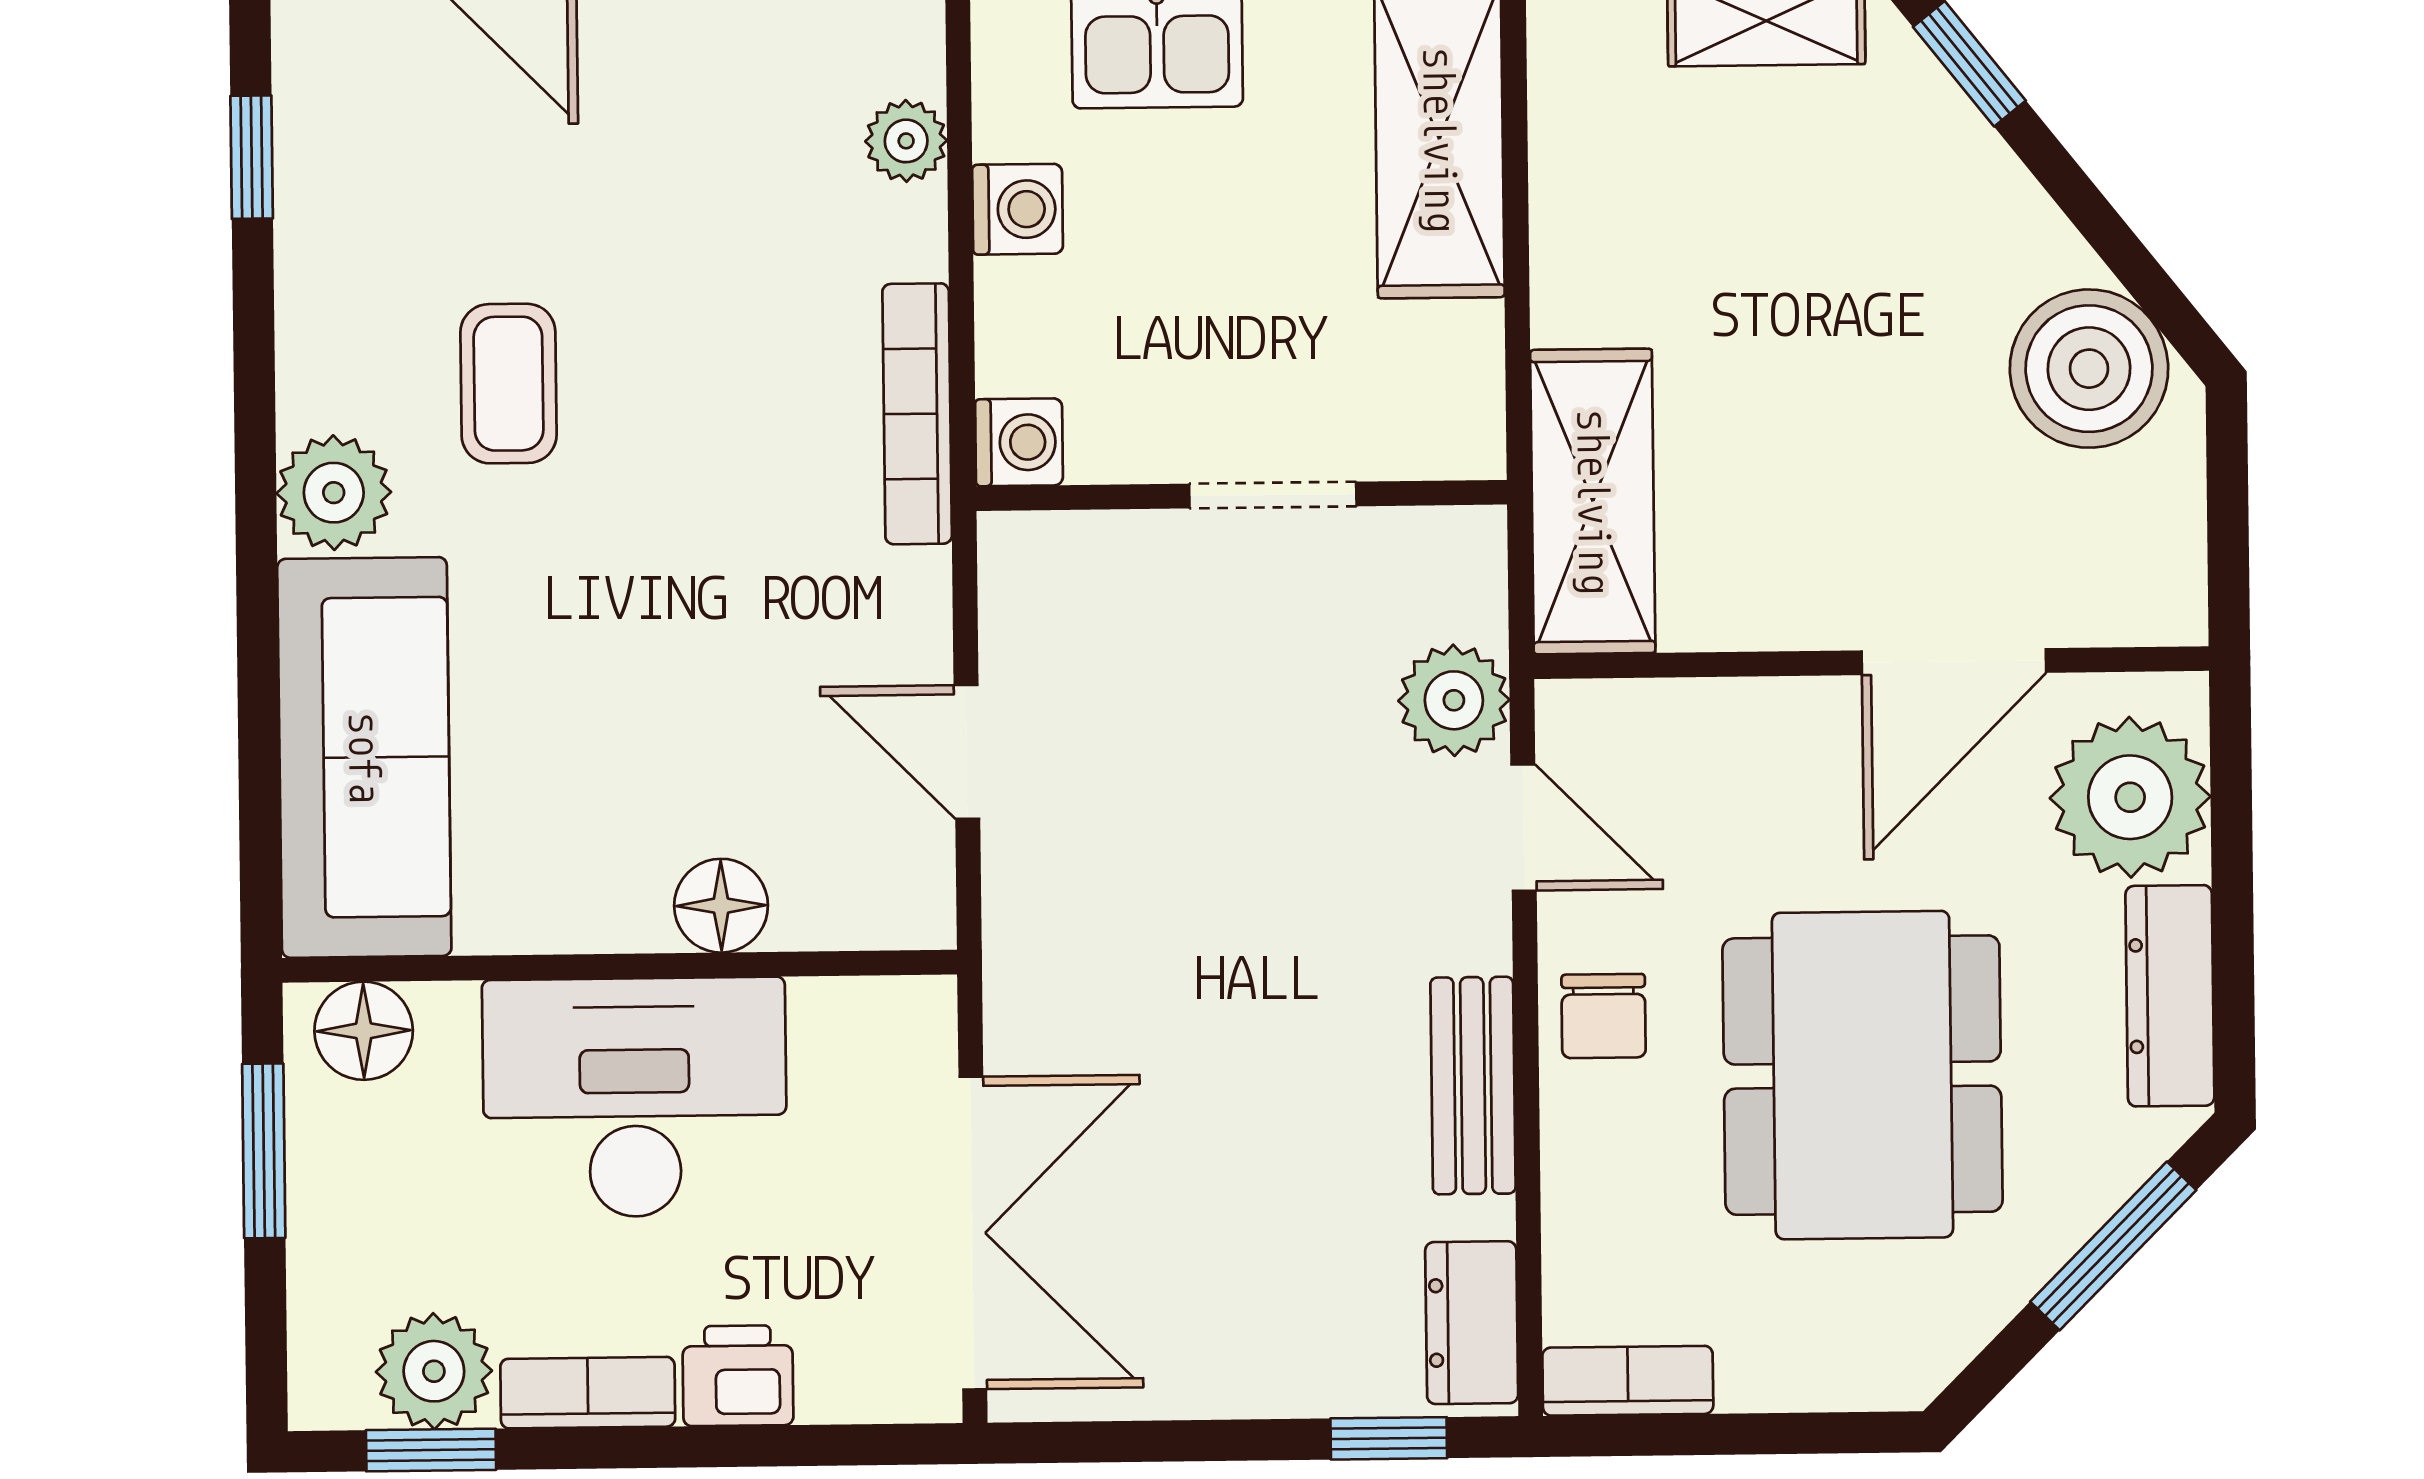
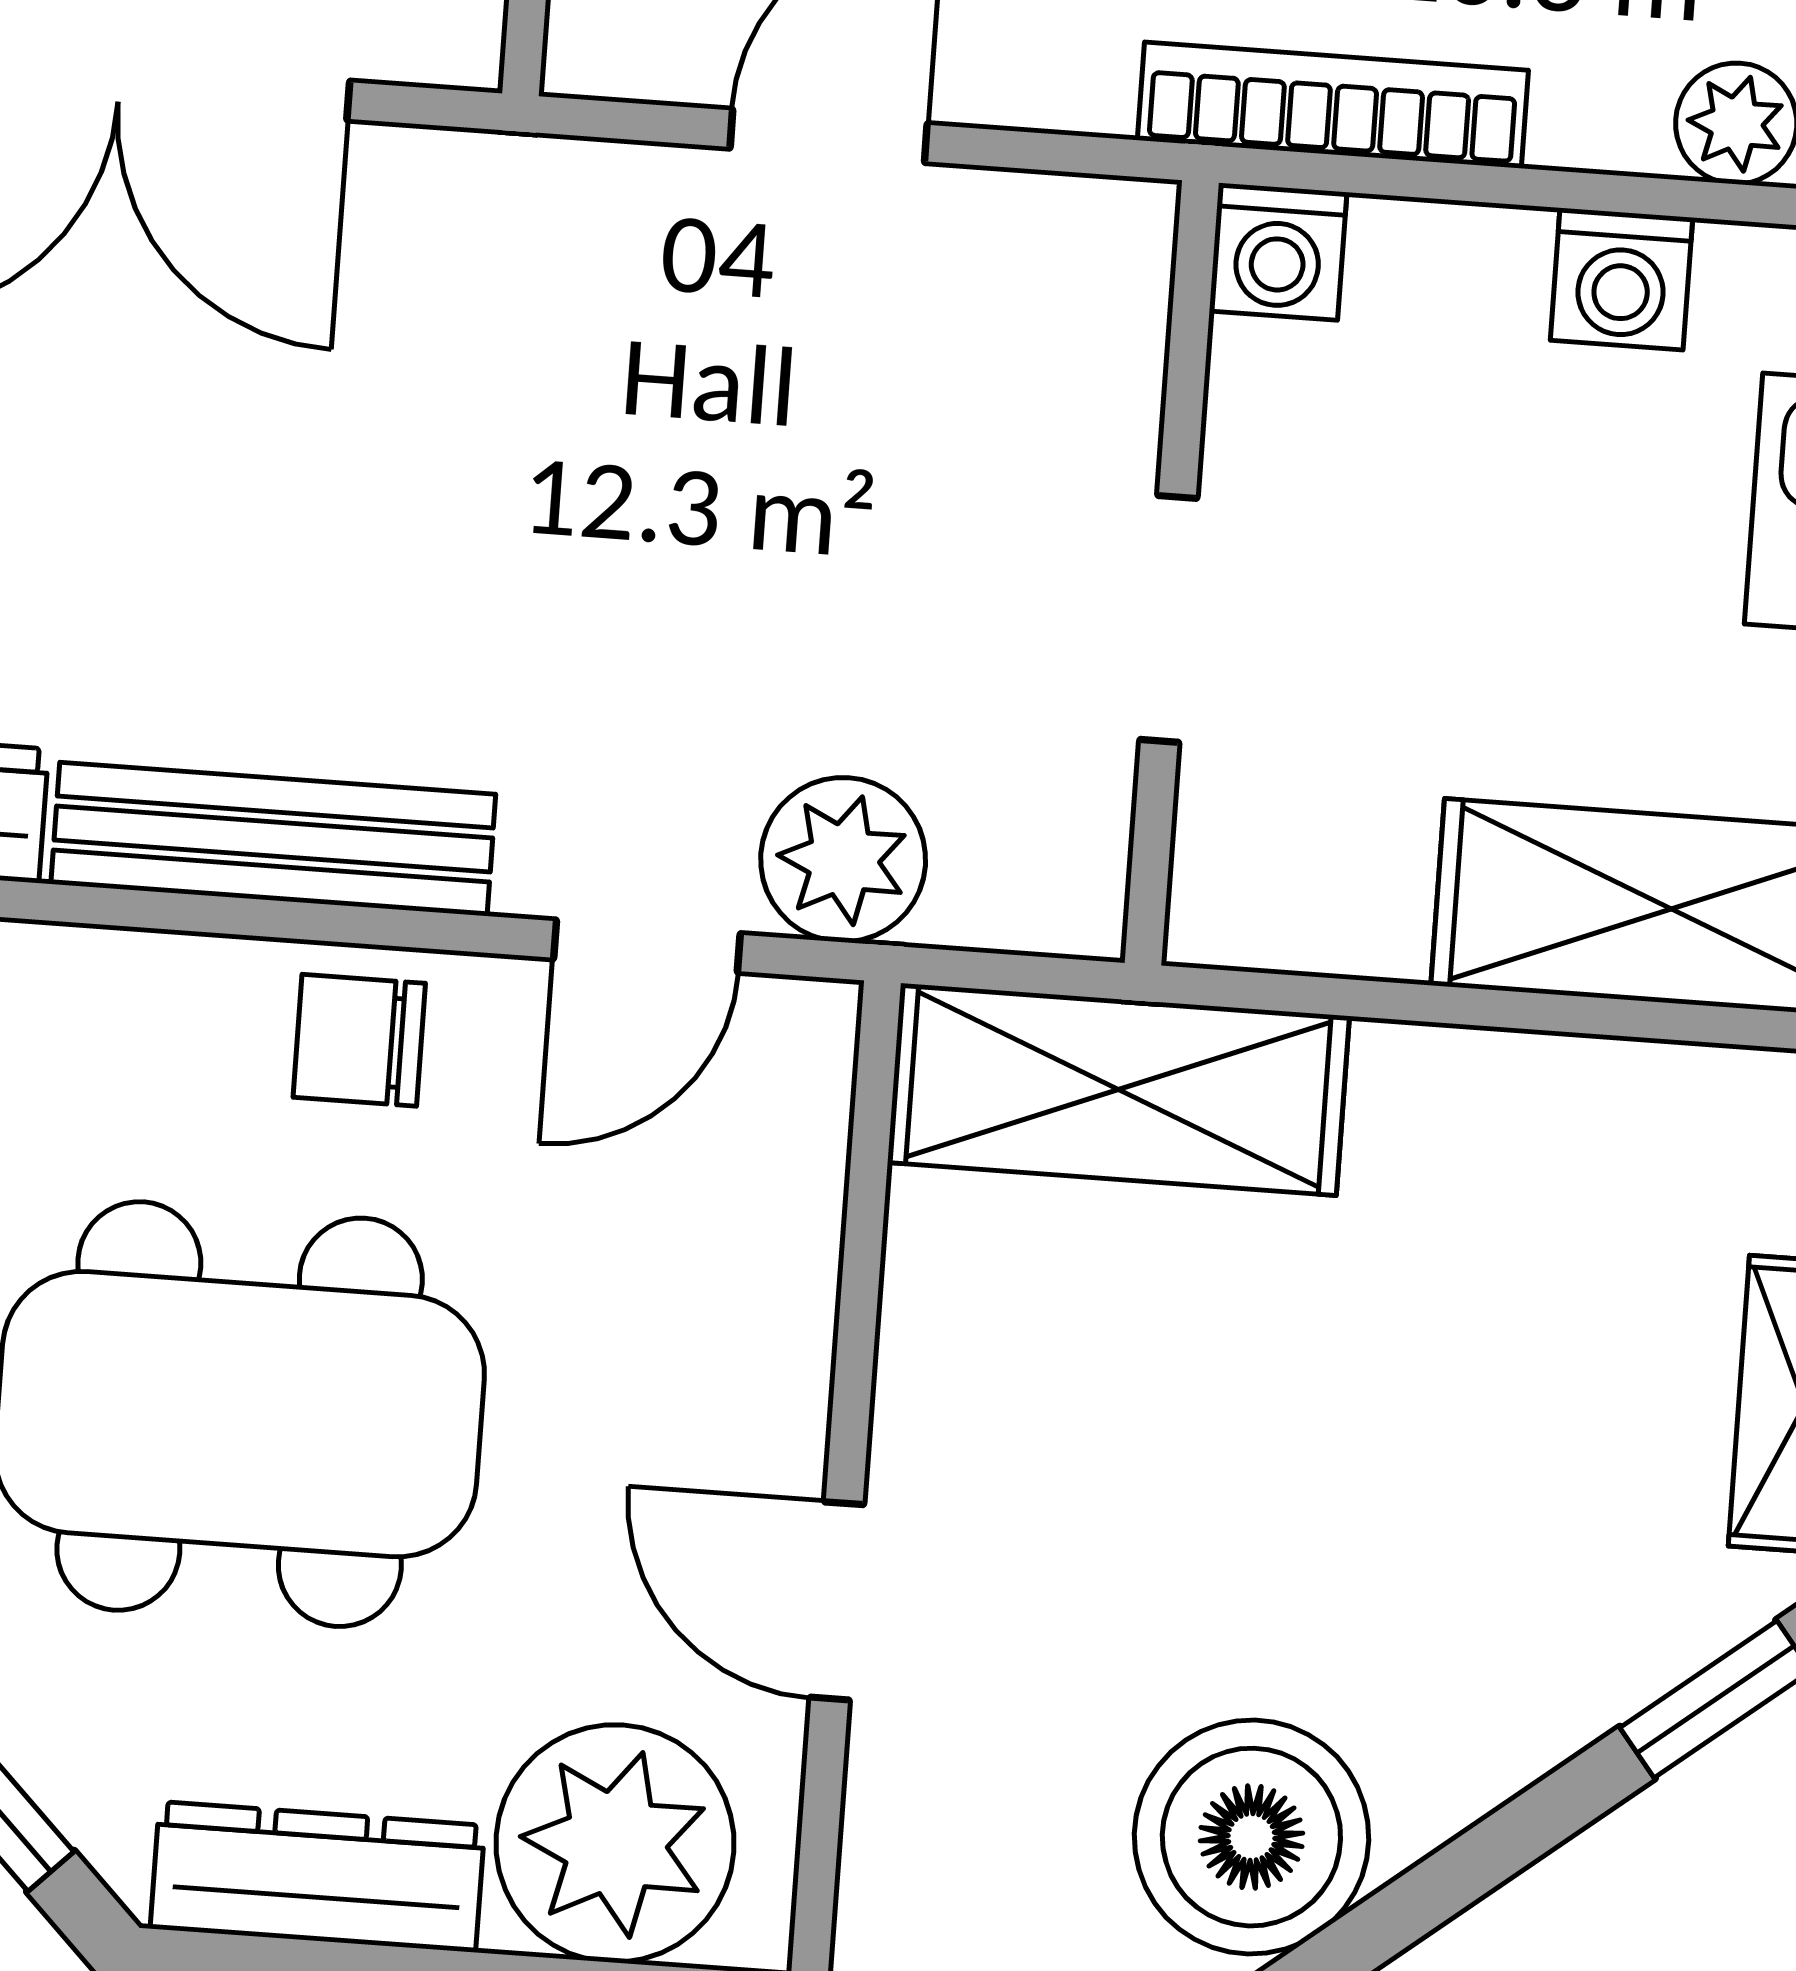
door: (1954, 662) -> (837, 1601), width x0.73
bench: (1473, 1086) -> (273, 839), width x1.36

